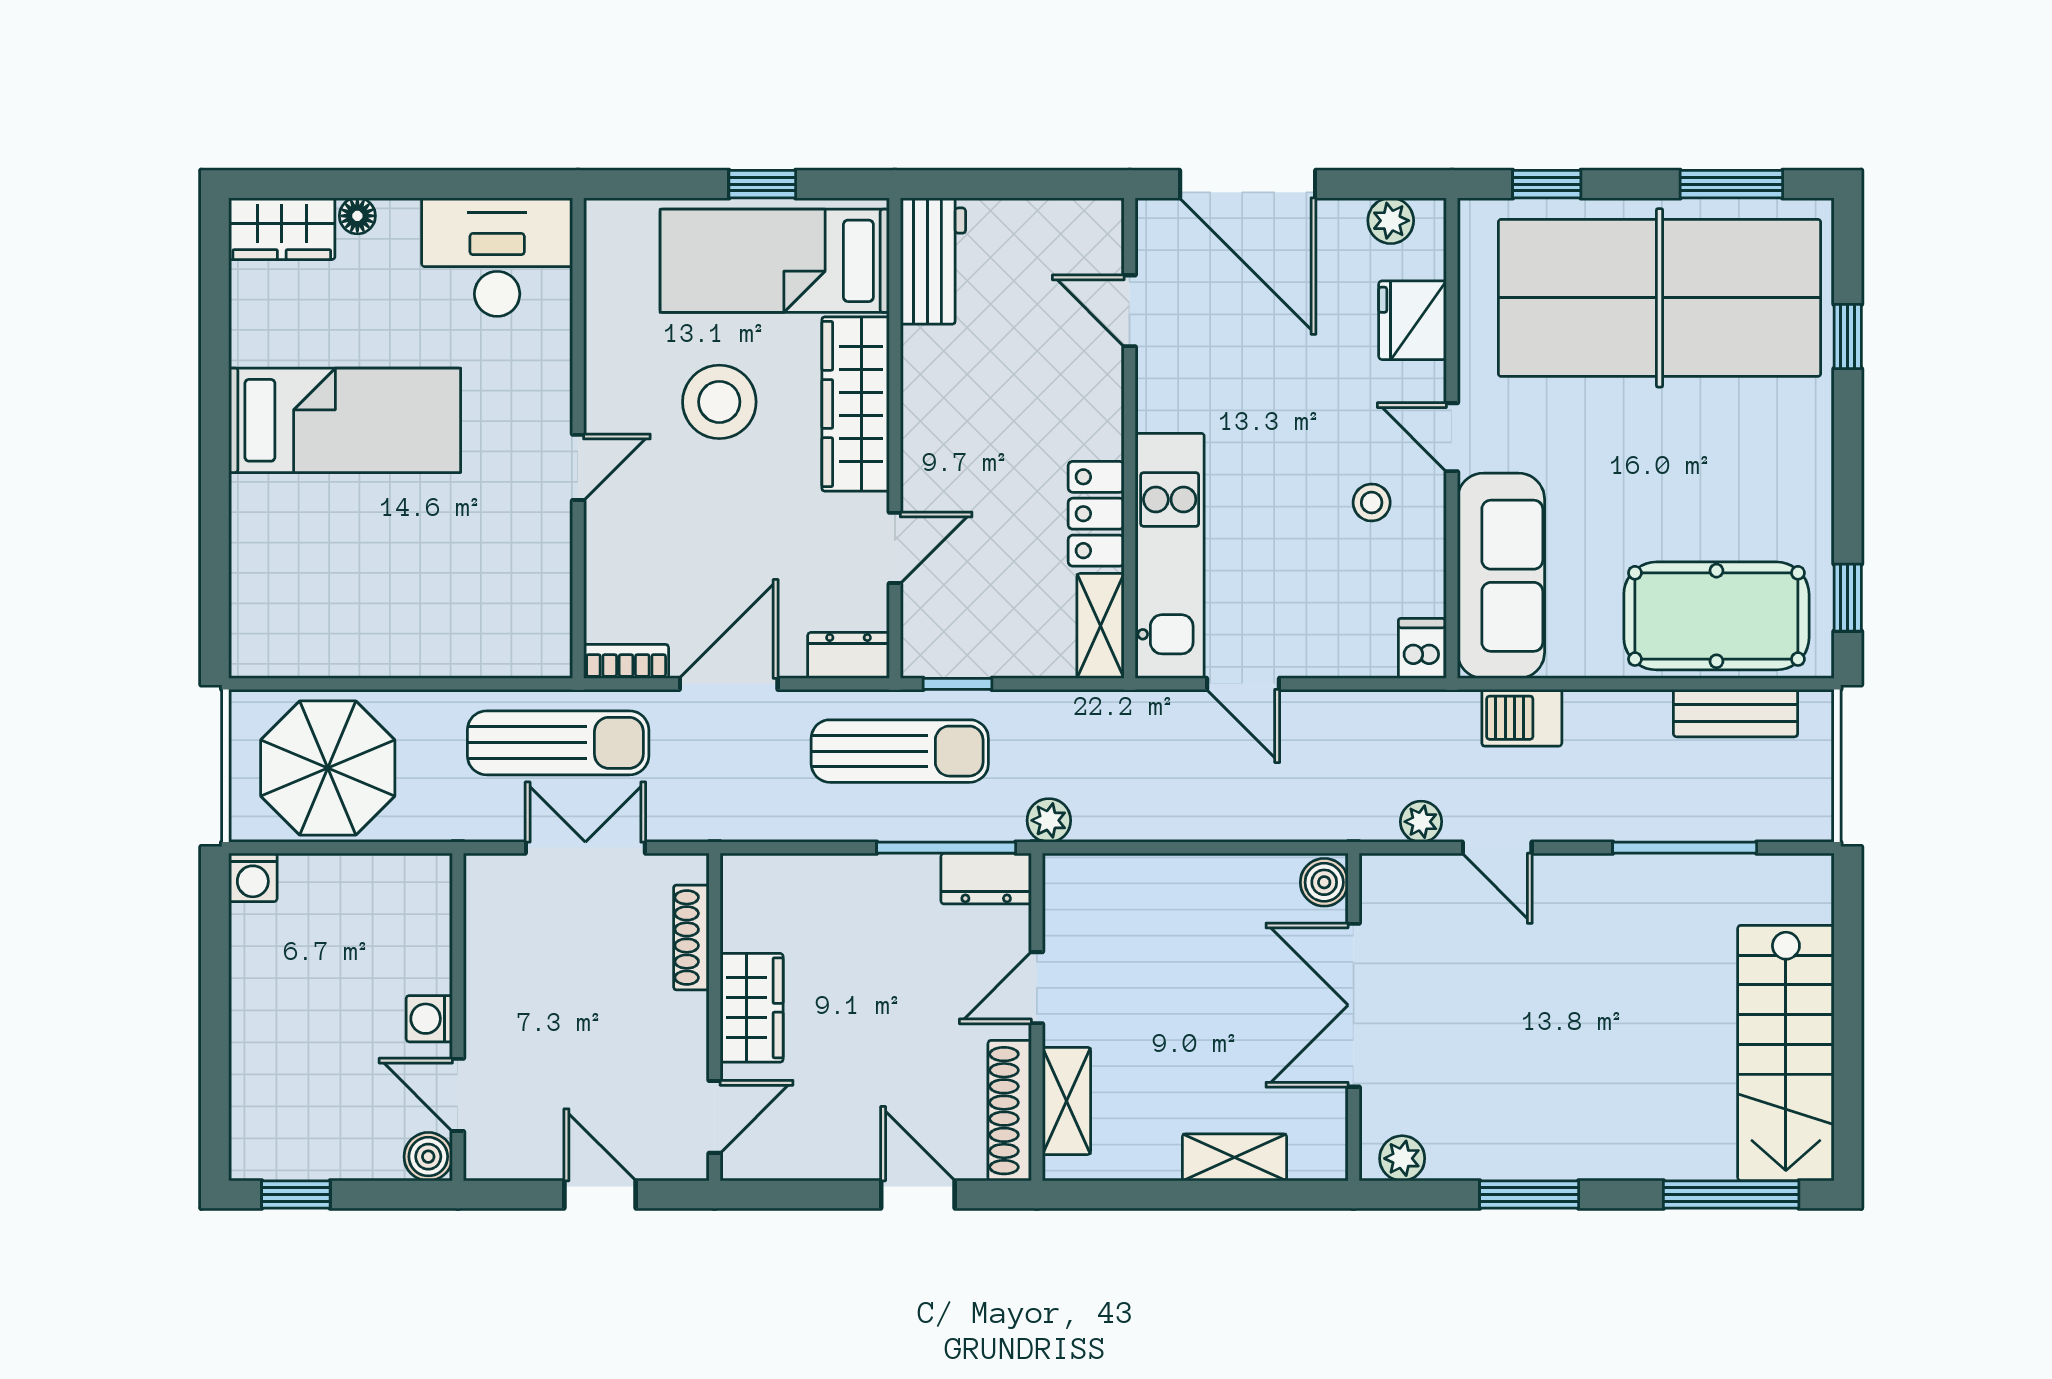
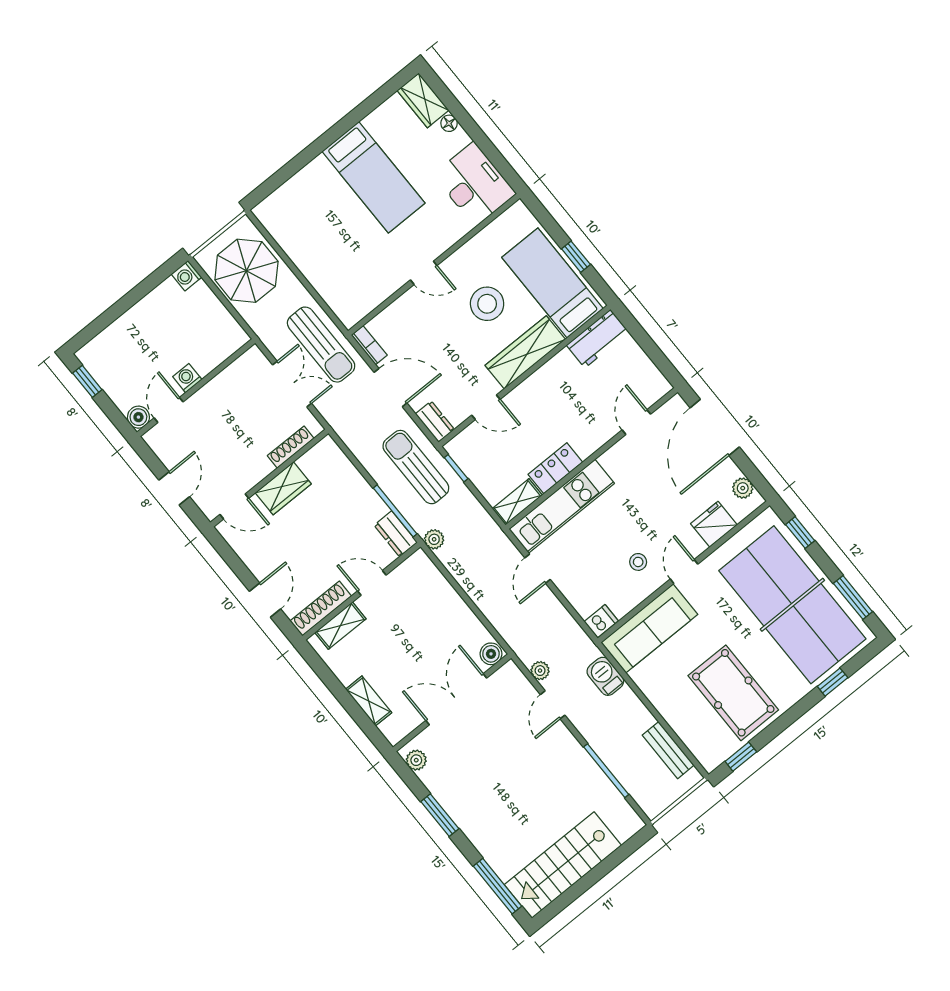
pool table: (1716, 616) -> (733, 693), moved
sun lounger: (900, 751) -> (416, 467), turned 180

